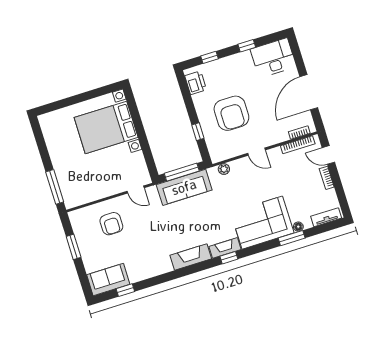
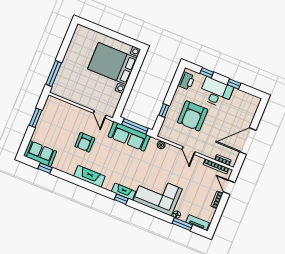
desk: (273, 58) -> (216, 92), moved
armchair: (111, 224) -> (85, 142), moved
window: (292, 238) -> (182, 224), moved
fireplace: (191, 257) -> (89, 176), moved

